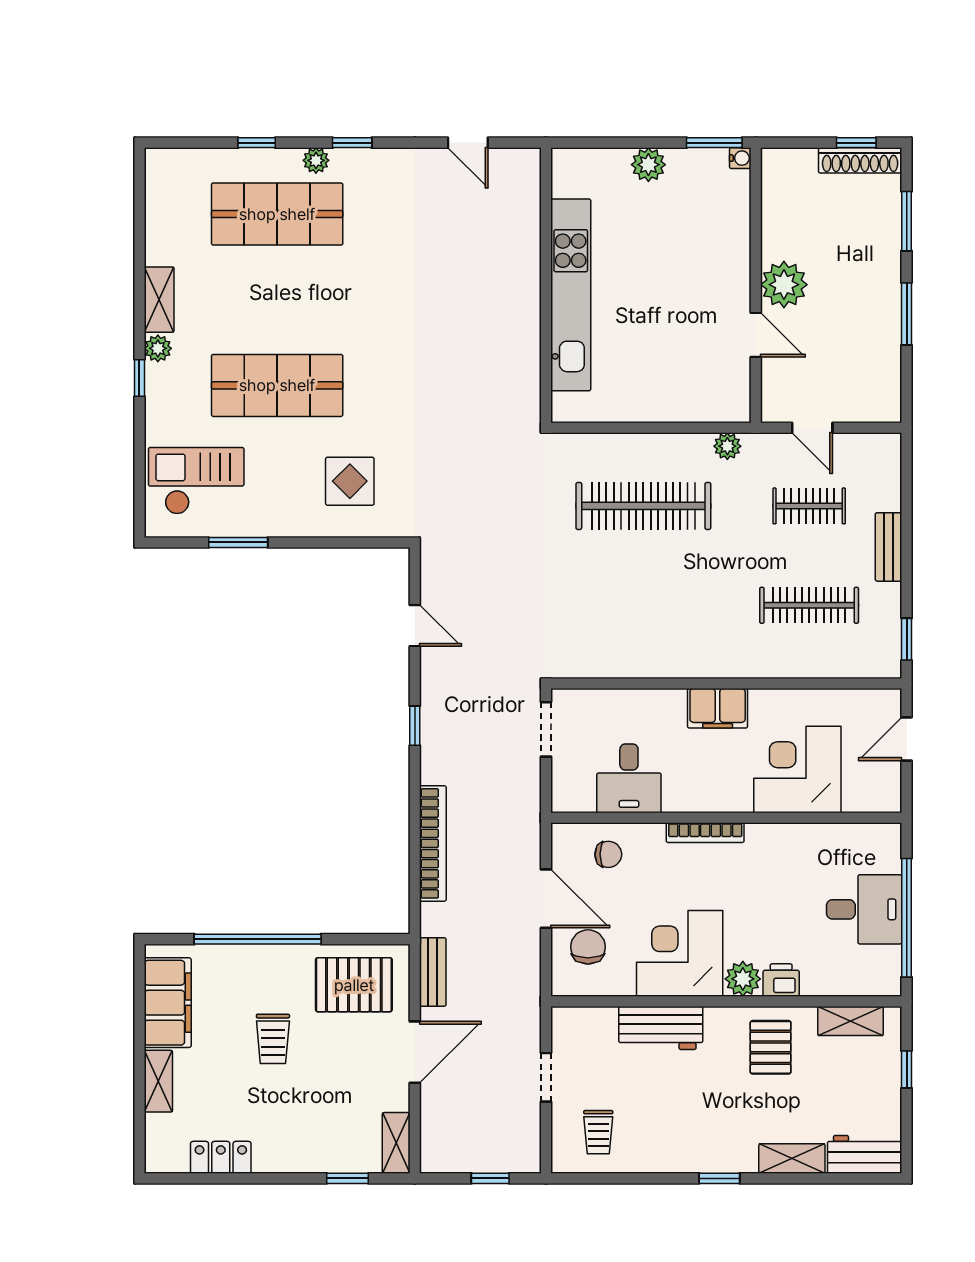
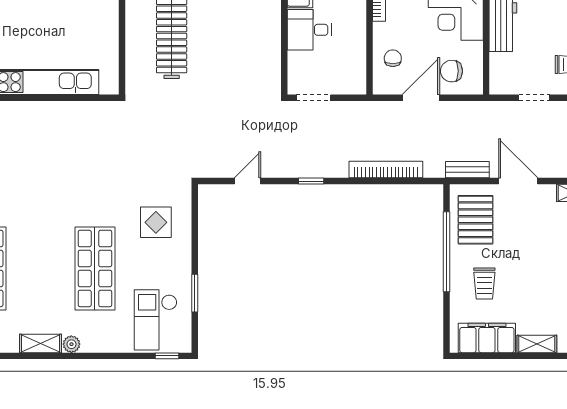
window: (139, 378) -> (167, 356), moved
desk: (629, 778) -> (309, 30), moved, turned 180
window: (258, 939) -> (447, 252), moved
trolley: (273, 1039) -> (484, 283), moved, turned 90

